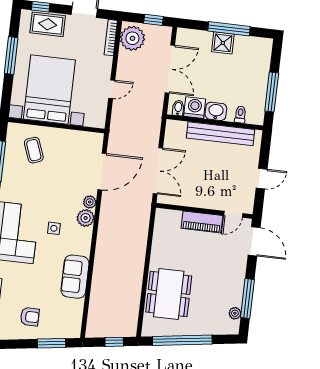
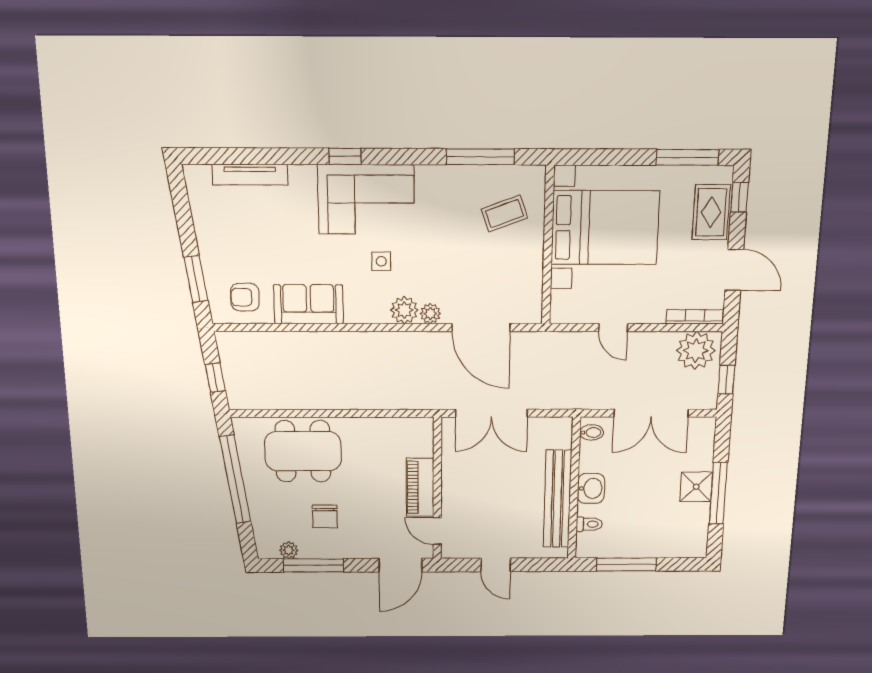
window: (11, 55) -> (687, 157), moved
washing machine: (195, 108) -> (594, 457), removed
chair: (214, 286) -> (325, 516), added
armchair: (30, 317) -> (245, 297), moved, turned 90

